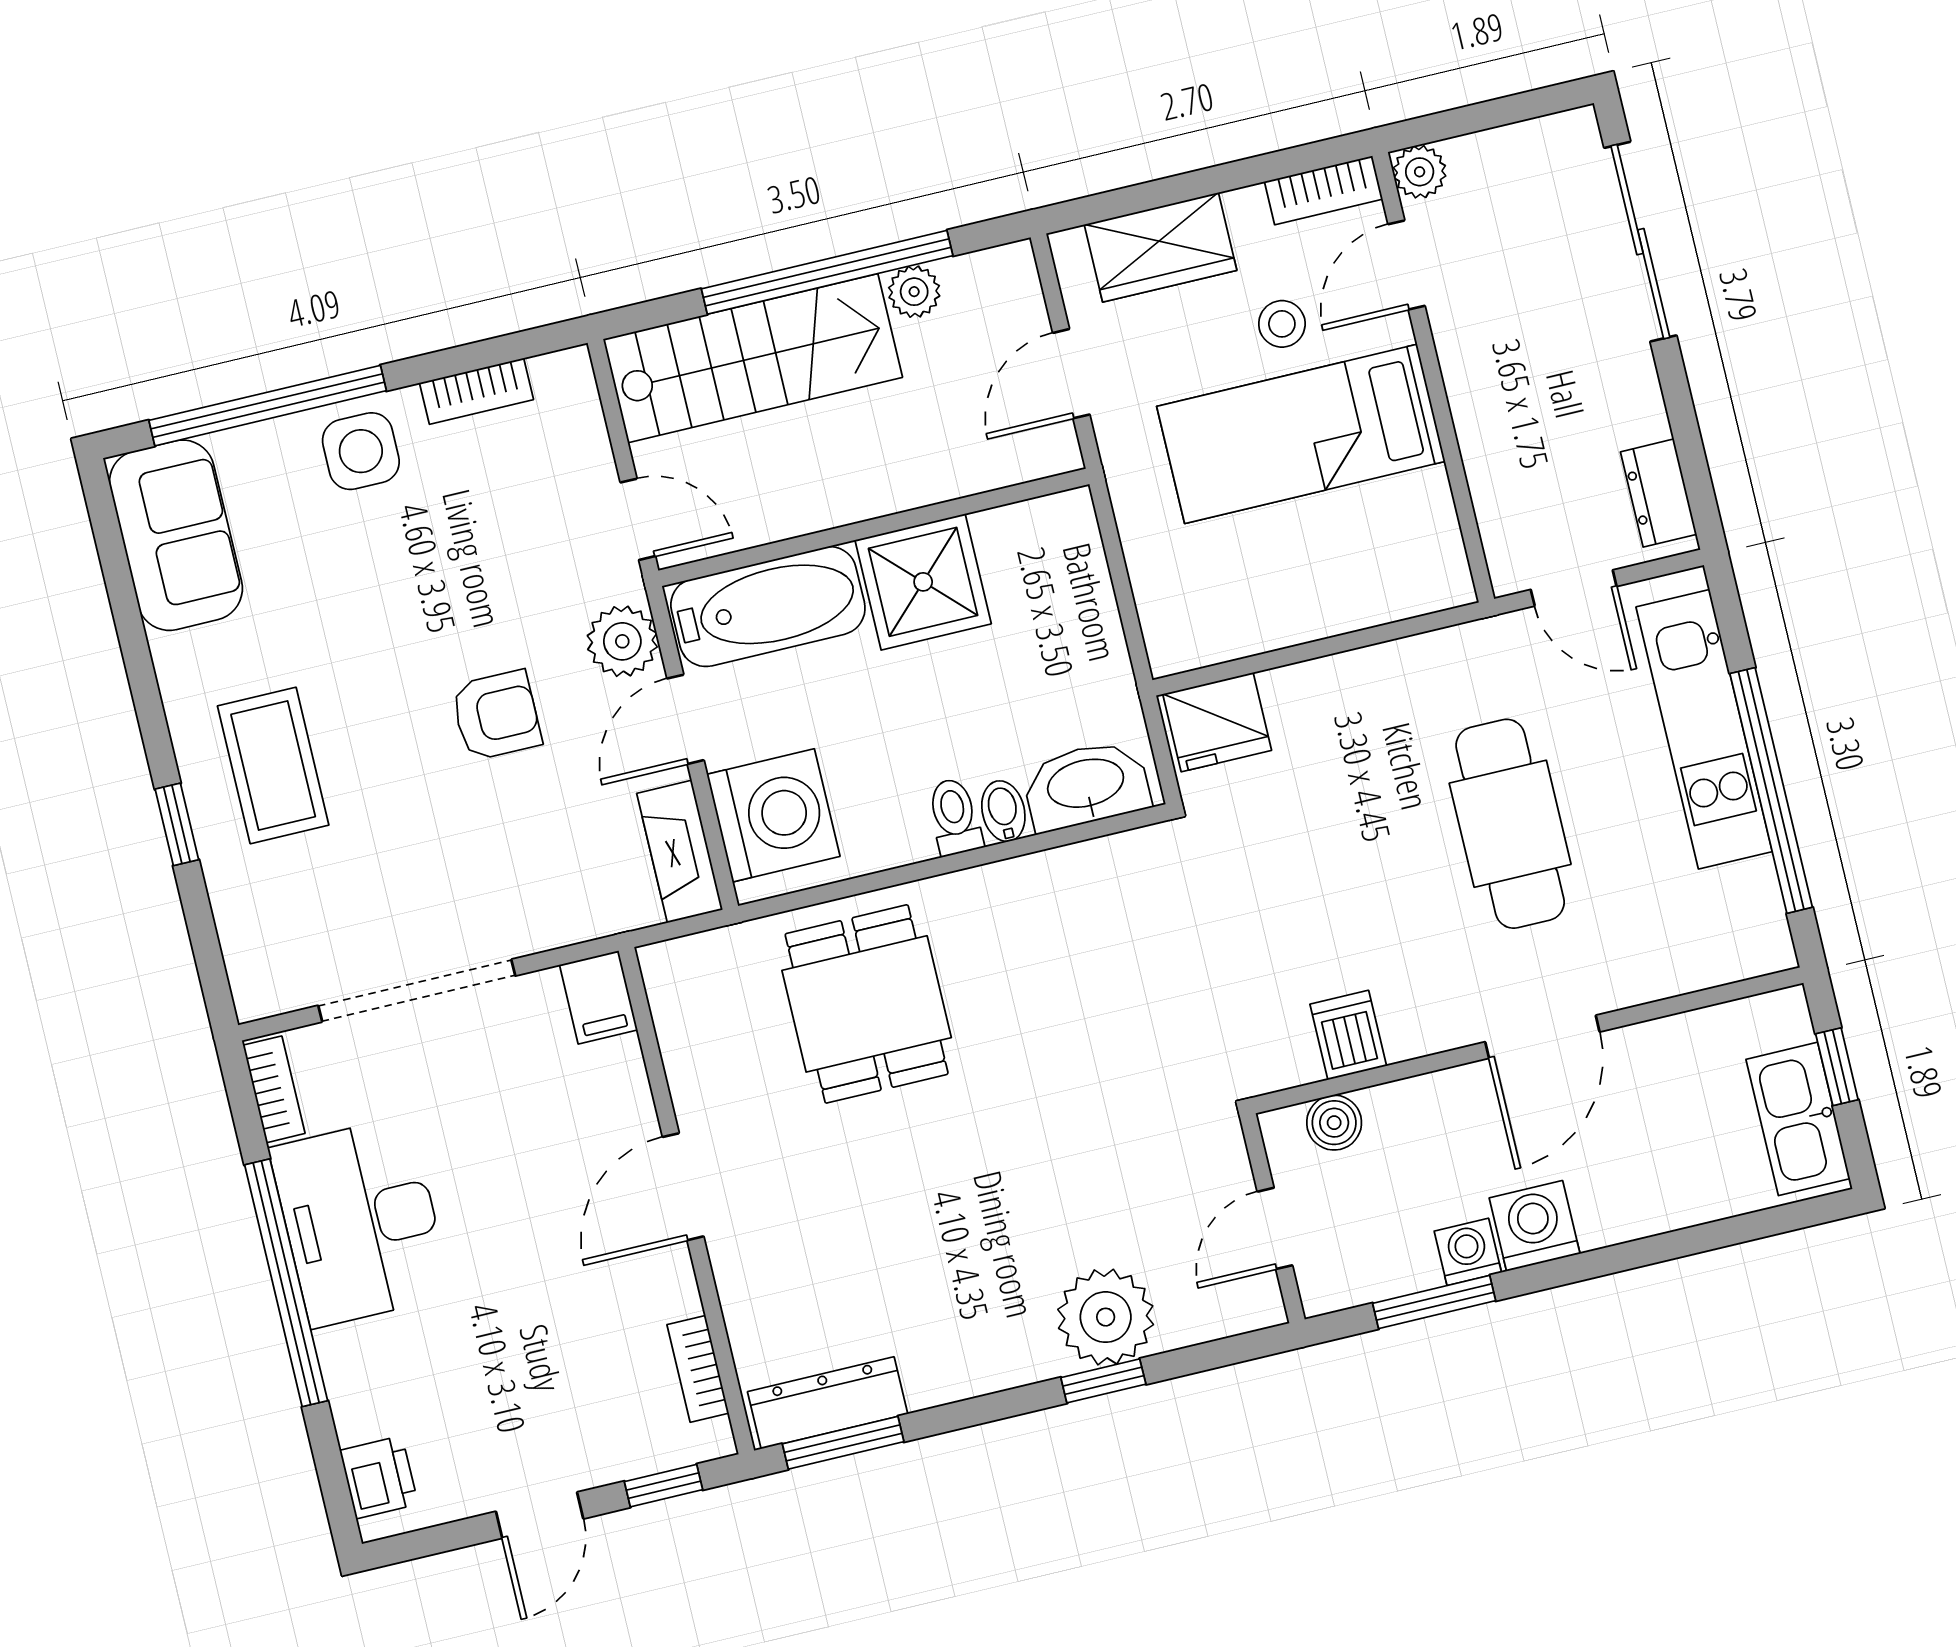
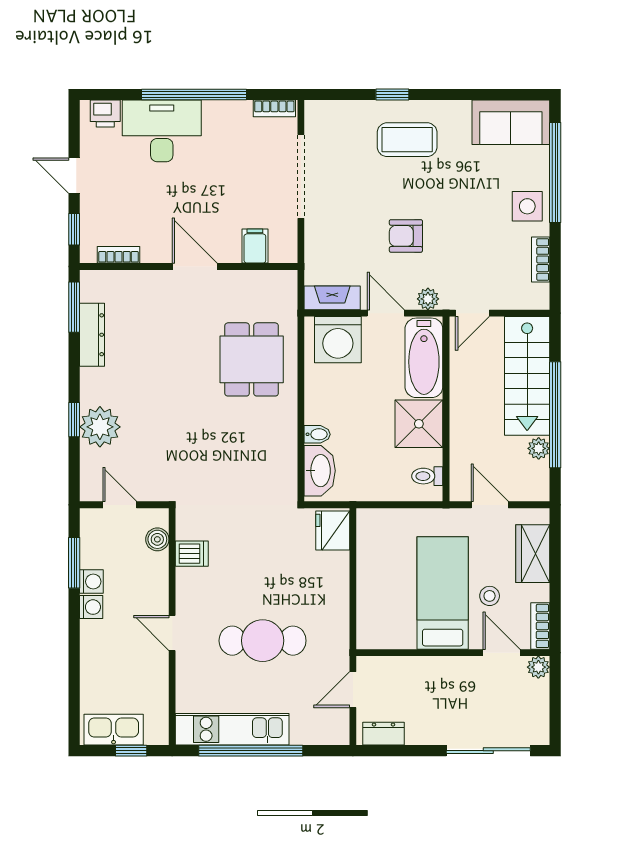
plant: (622, 641) -> (428, 299), width x0.73, depth x0.73
armchair: (496, 715) -> (406, 236), turned 90
kitchen unit: (1704, 729) -> (232, 729), moved
toilet: (955, 817) -> (427, 476), moved, turned 180
filing cabinet: (599, 997) -> (255, 246), moved, turned 90
dining table: (867, 1004) -> (252, 359), turned 90
door: (1542, 1037) -> (172, 633), width x0.73
desk: (360, 1222) -> (162, 131), moved
washing machine: (1535, 1226) -> (91, 607), width x0.73, depth x0.73
dresser: (828, 1403) -> (92, 335), moved

